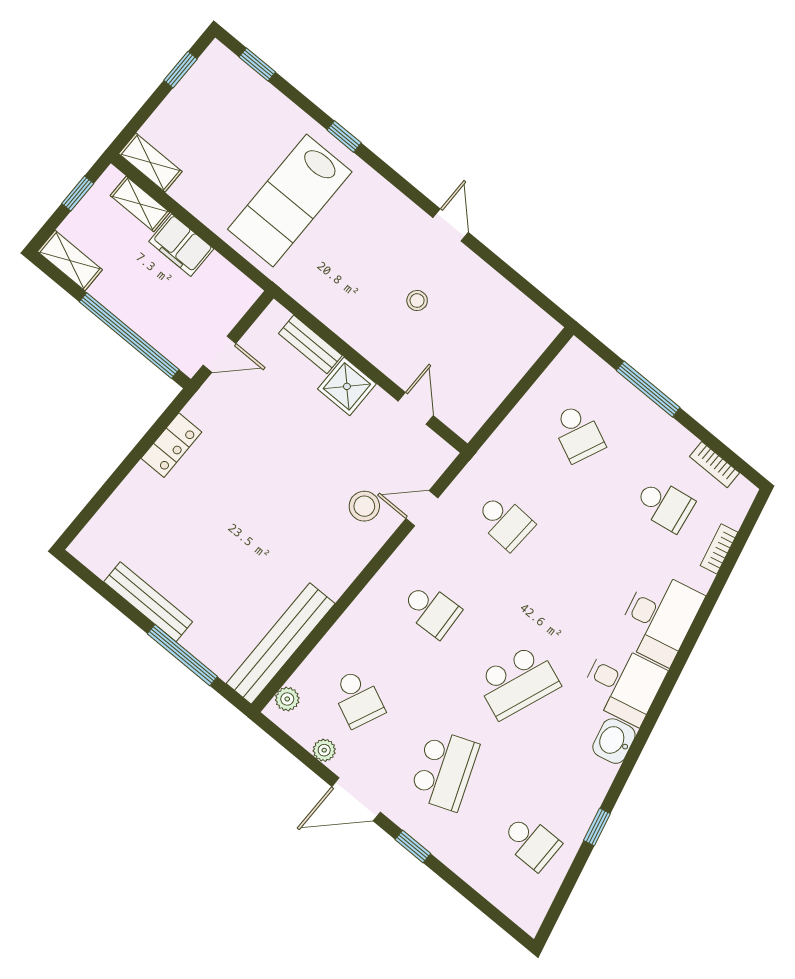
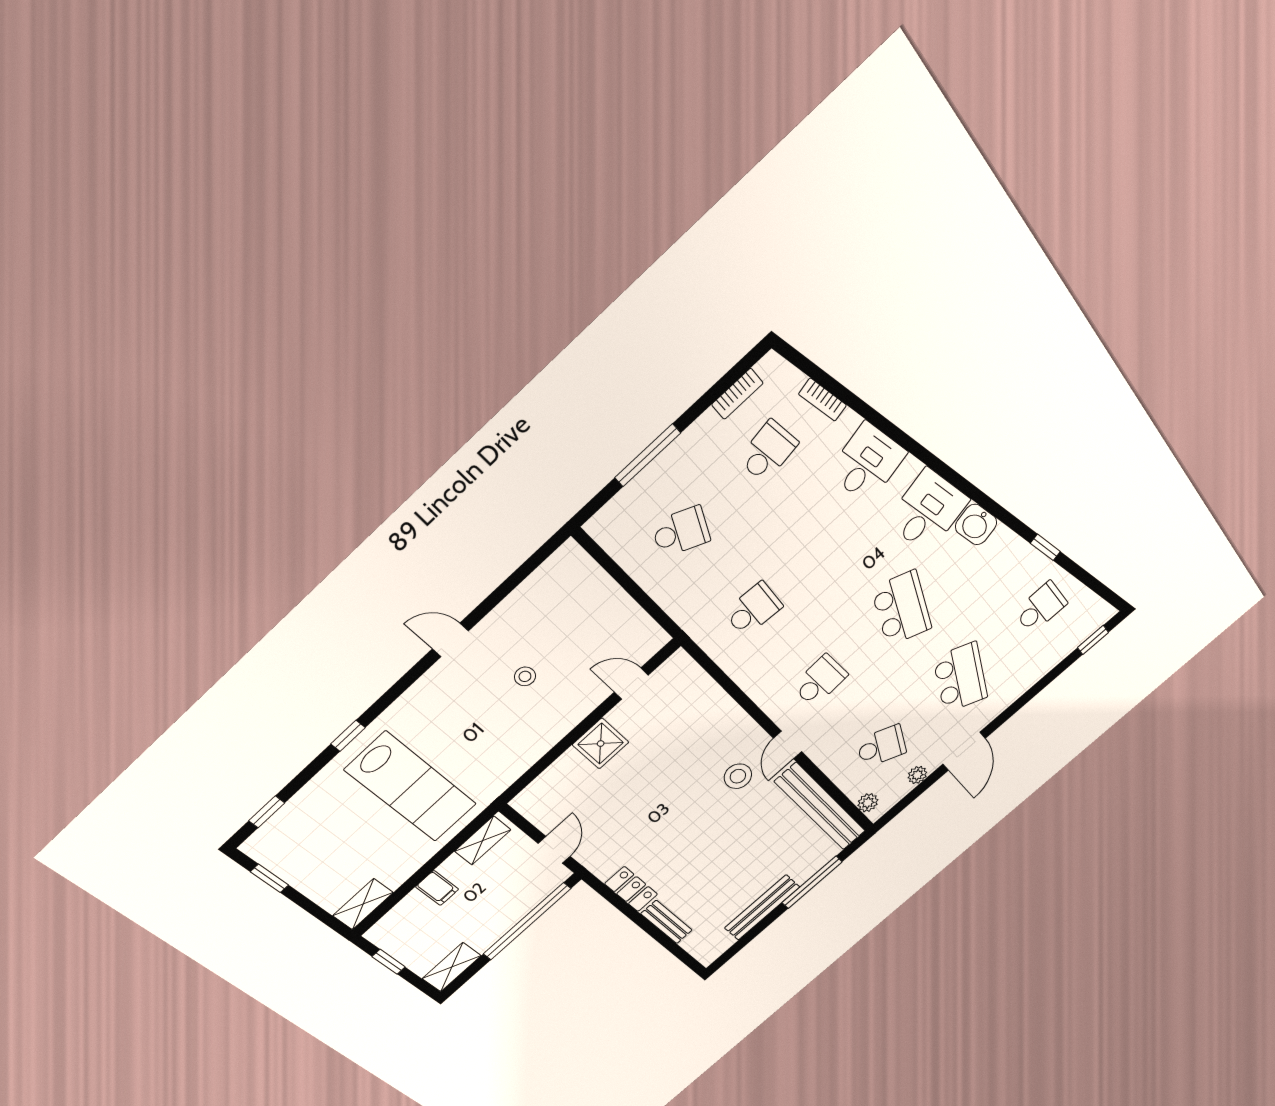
shelving: (140, 204) -> (483, 840), moved
filing cabinet: (181, 245) -> (437, 888), width x0.50
bench: (310, 344) -> (667, 922), moved, turned 90
stool: (364, 506) -> (738, 776), moved
door: (422, 508) -> (788, 745), moved
desk: (659, 618) -> (867, 463), width x0.73
school desk: (444, 770) -> (960, 678), turned 45
window: (413, 846) -> (1093, 640), moved

